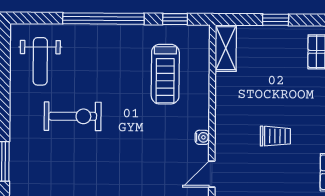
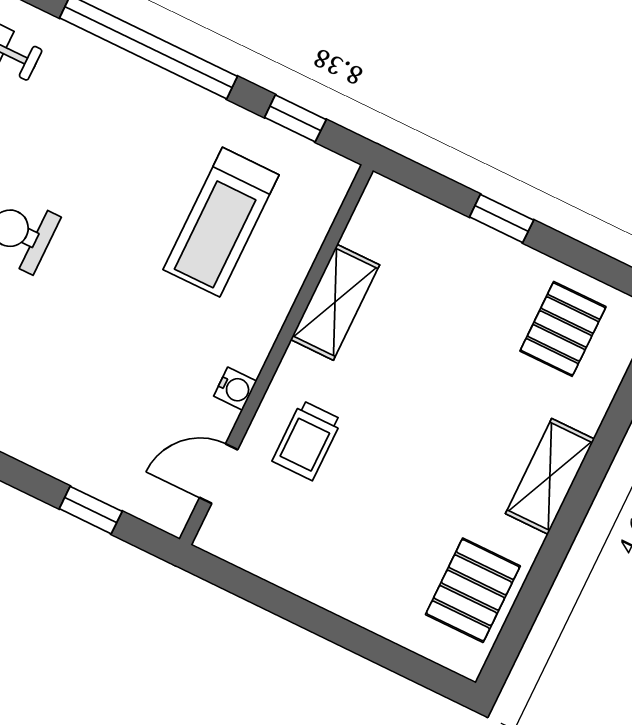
shelving: (226, 48) -> (335, 302), moved
trolley: (275, 136) -> (307, 440), moved, turned 90

